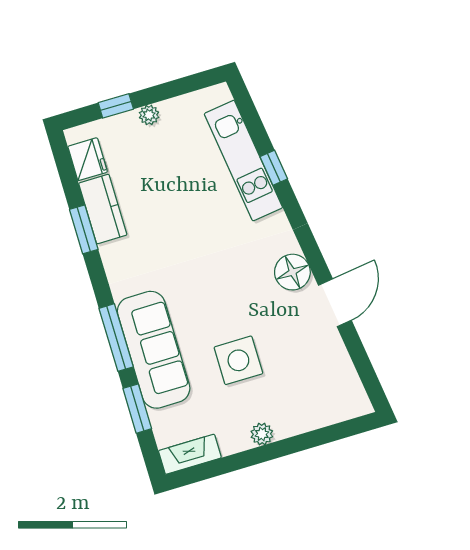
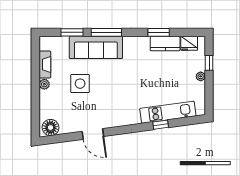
floor lamp: (292, 272) -> (51, 128), moved
fireplace: (190, 454) -> (45, 65), moved

